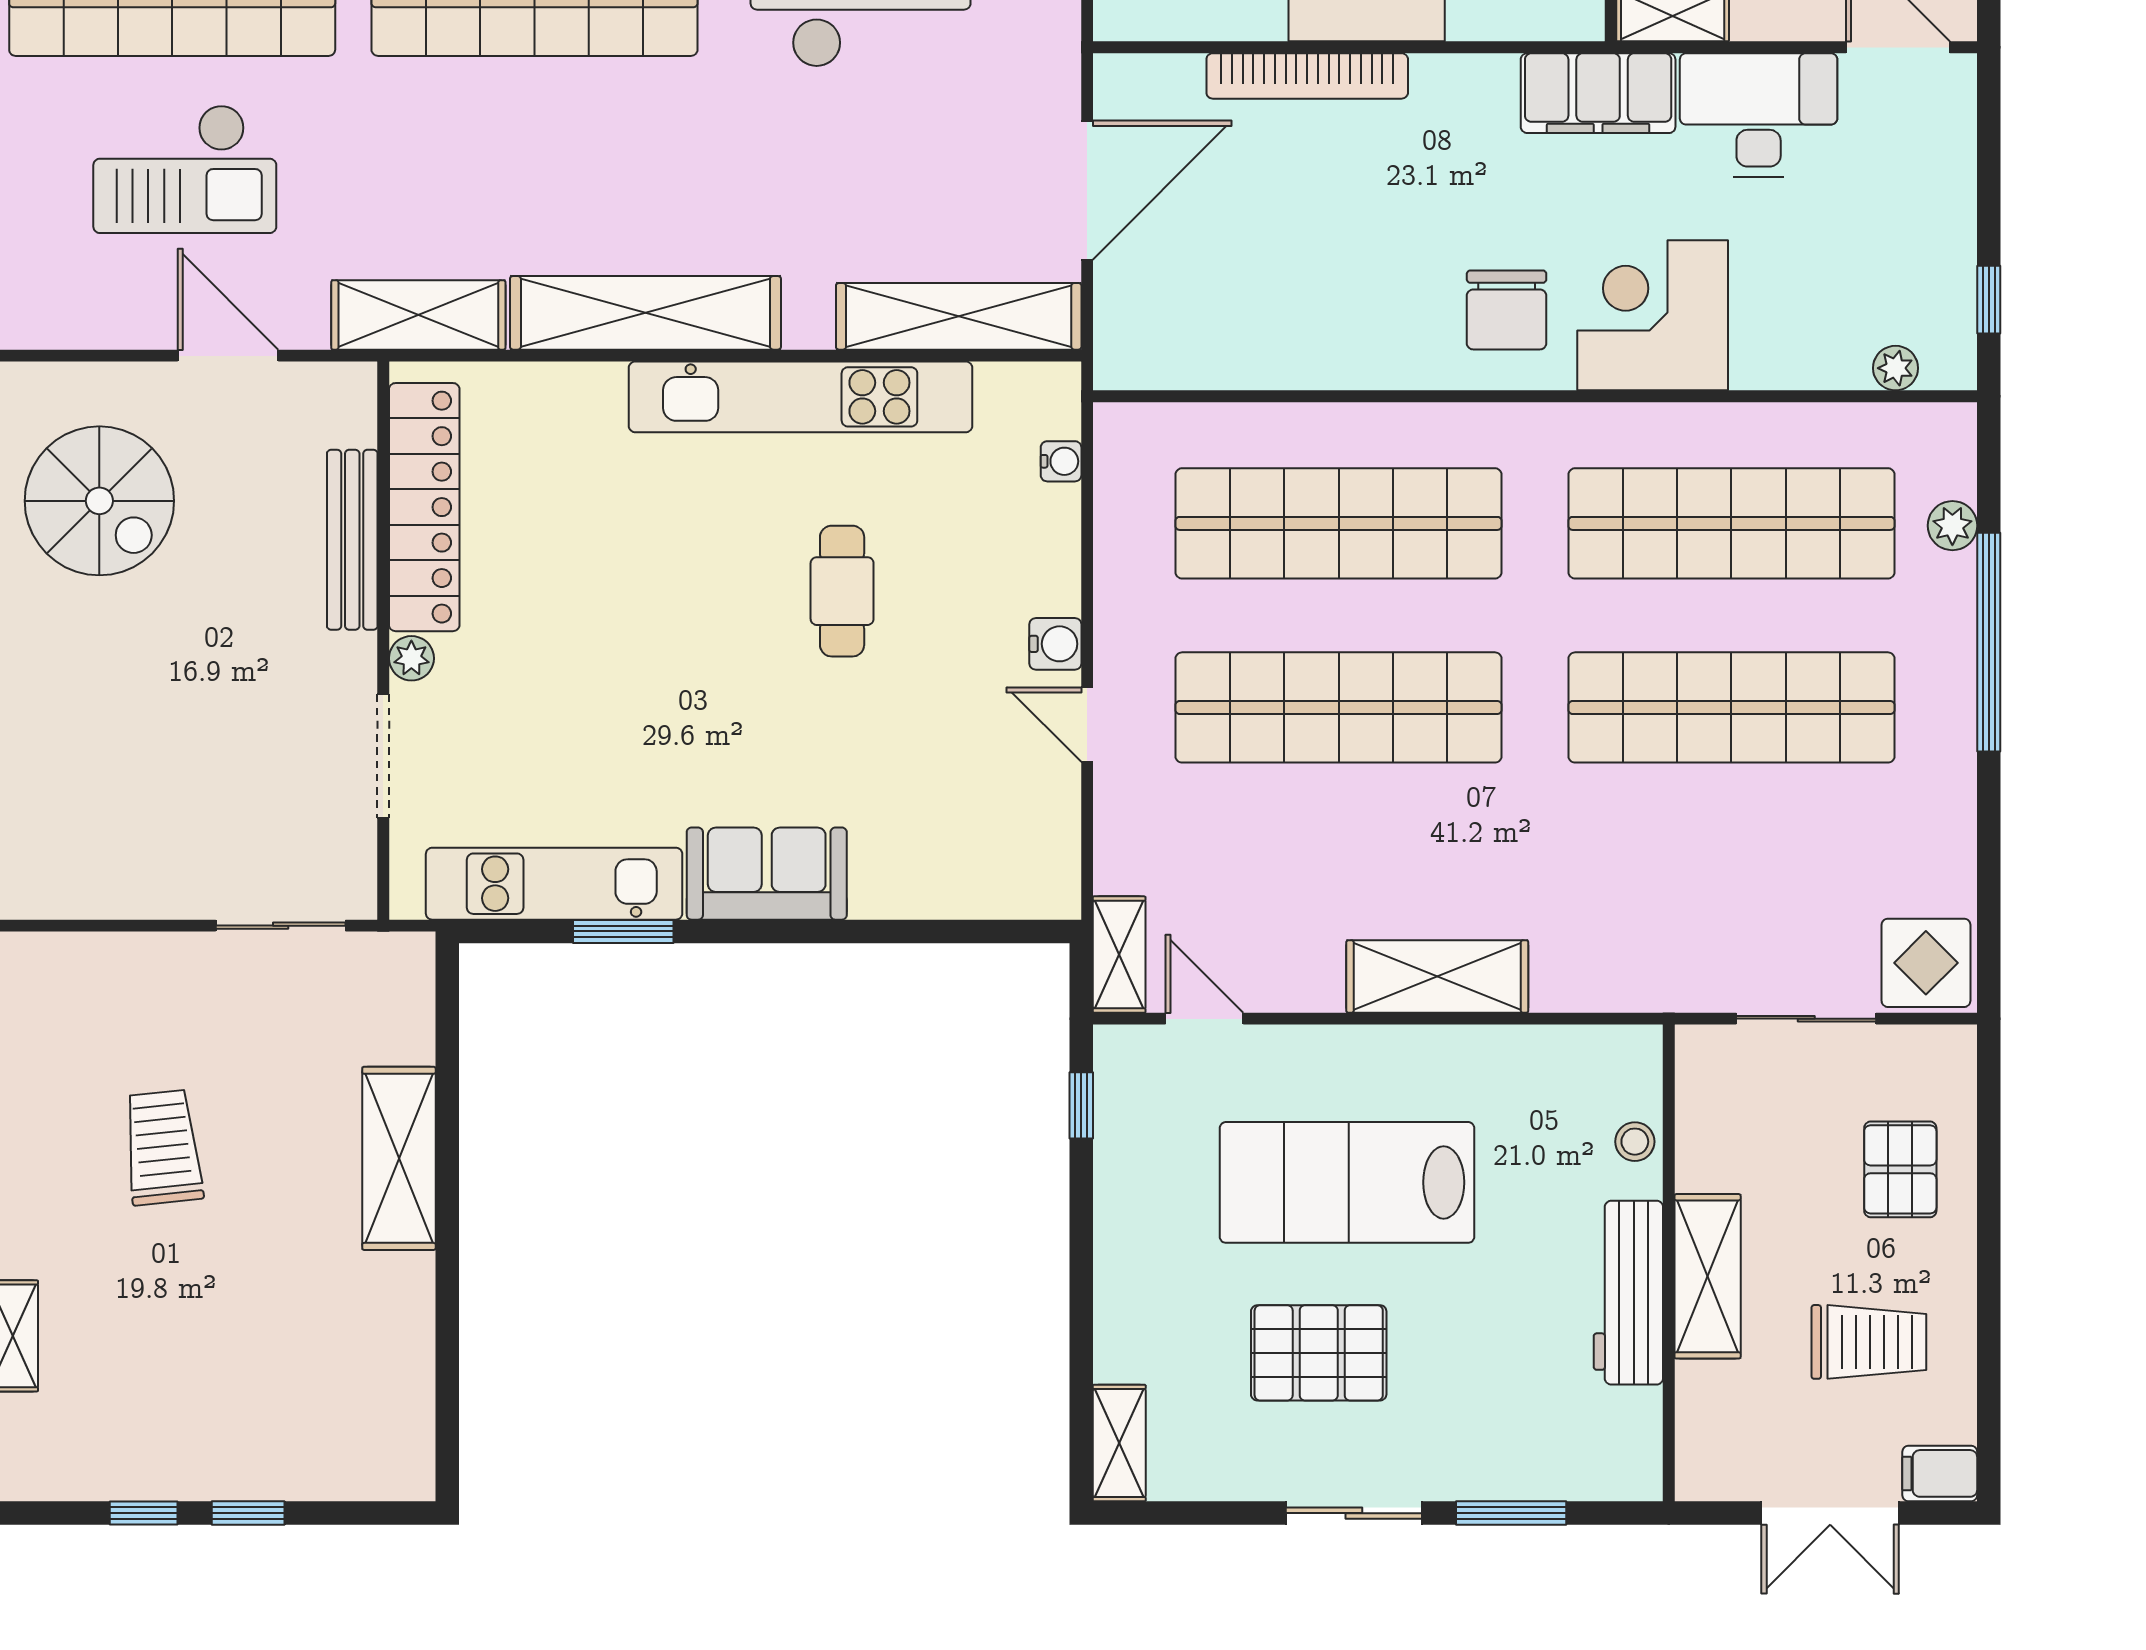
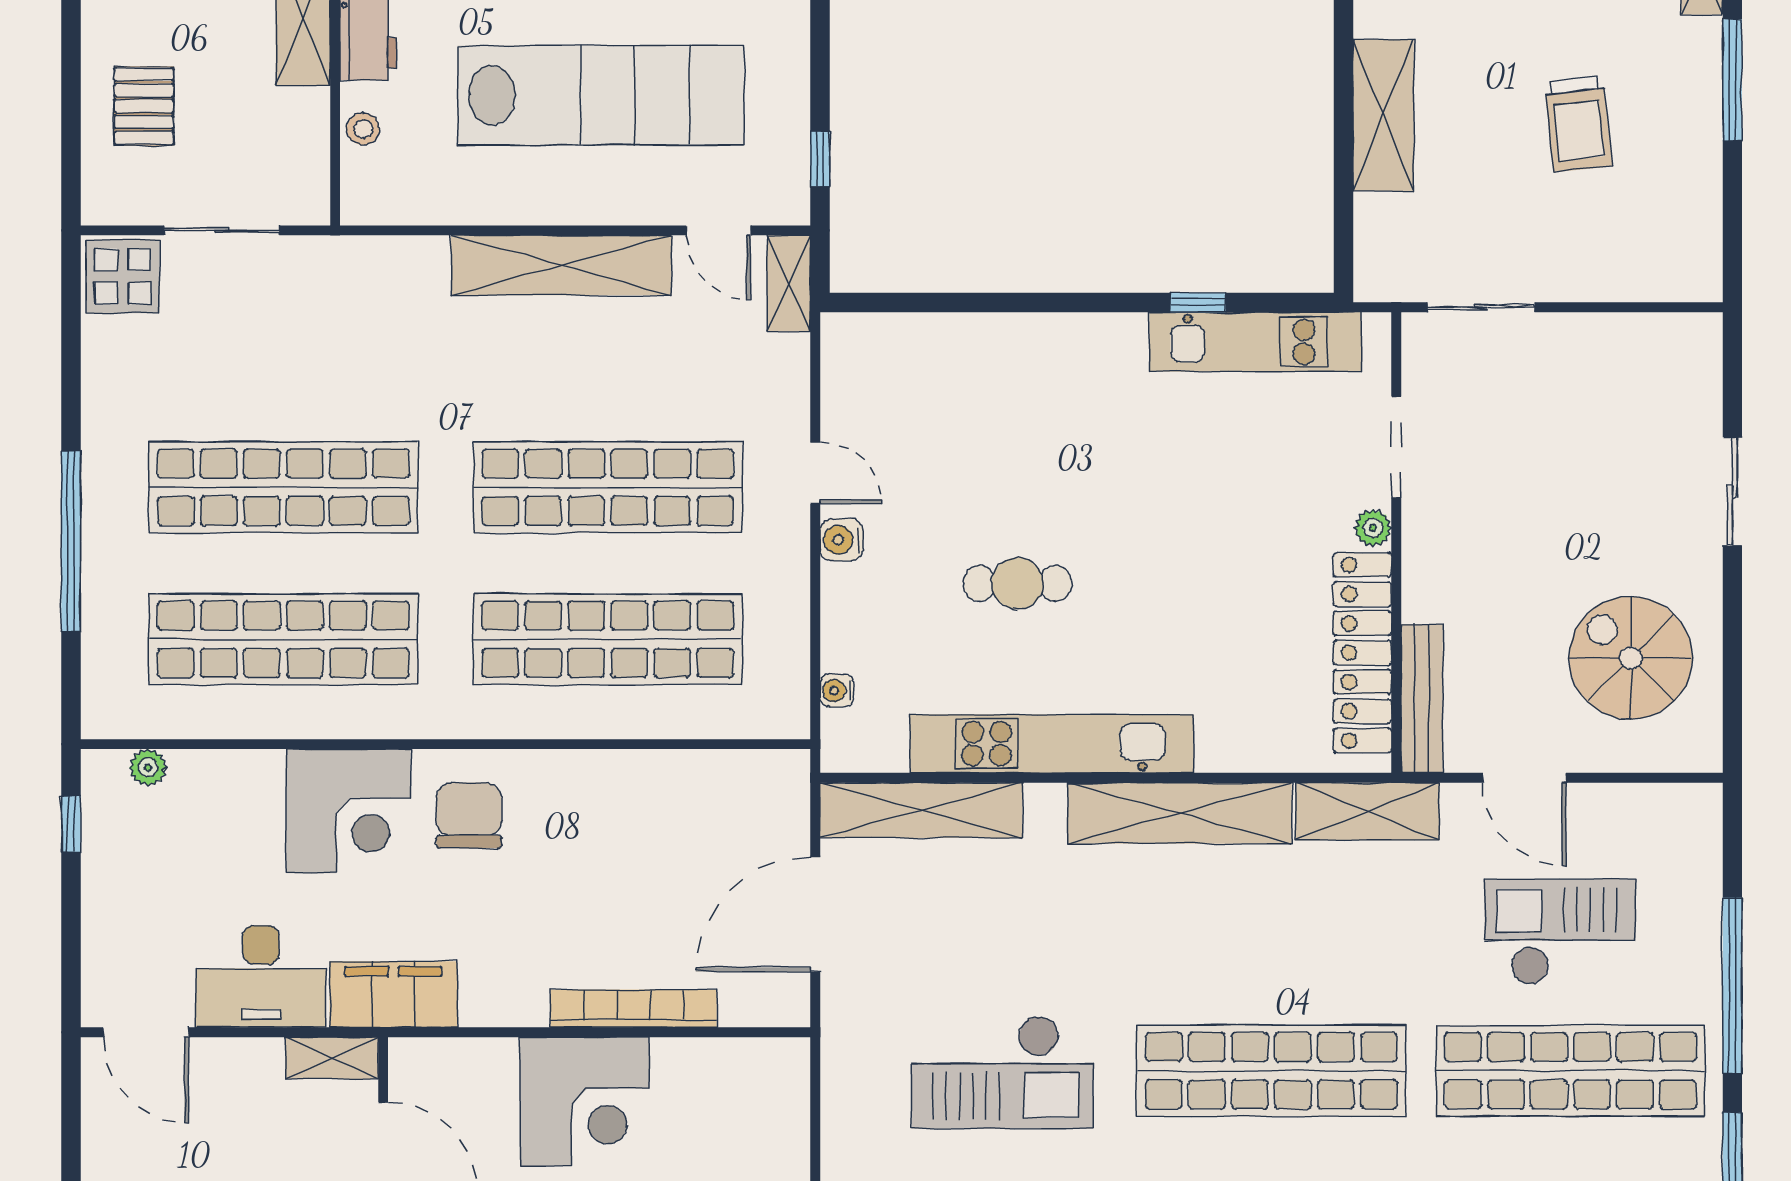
plant: (1952, 526) -> (101, 637), removed
bench: (352, 540) -> (1422, 699), moved
cafe table: (842, 591) -> (1018, 583), turned 90
sofa: (767, 874) -> (1080, 350), removed
window: (623, 931) -> (1198, 302), width x0.67
shelving: (1437, 976) -> (561, 265), width x1.47
lab bench: (1347, 1182) -> (601, 95), width x1.36

